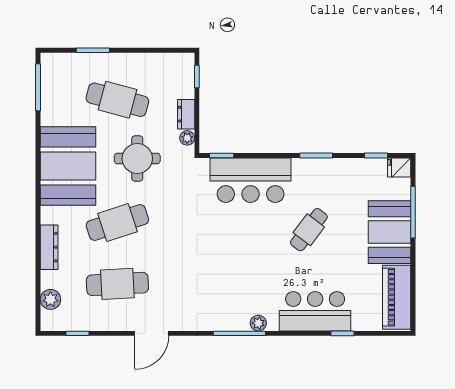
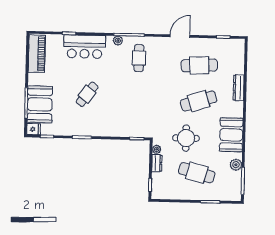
booth: (68, 166) -> (231, 135), width x0.73, depth x0.70
bar counter: (251, 180) -> (120, 124), removed
booth: (390, 232) -> (40, 104), moved
cafe table: (221, 294) -> (139, 58), added
plant: (50, 299) -> (236, 165), moved

